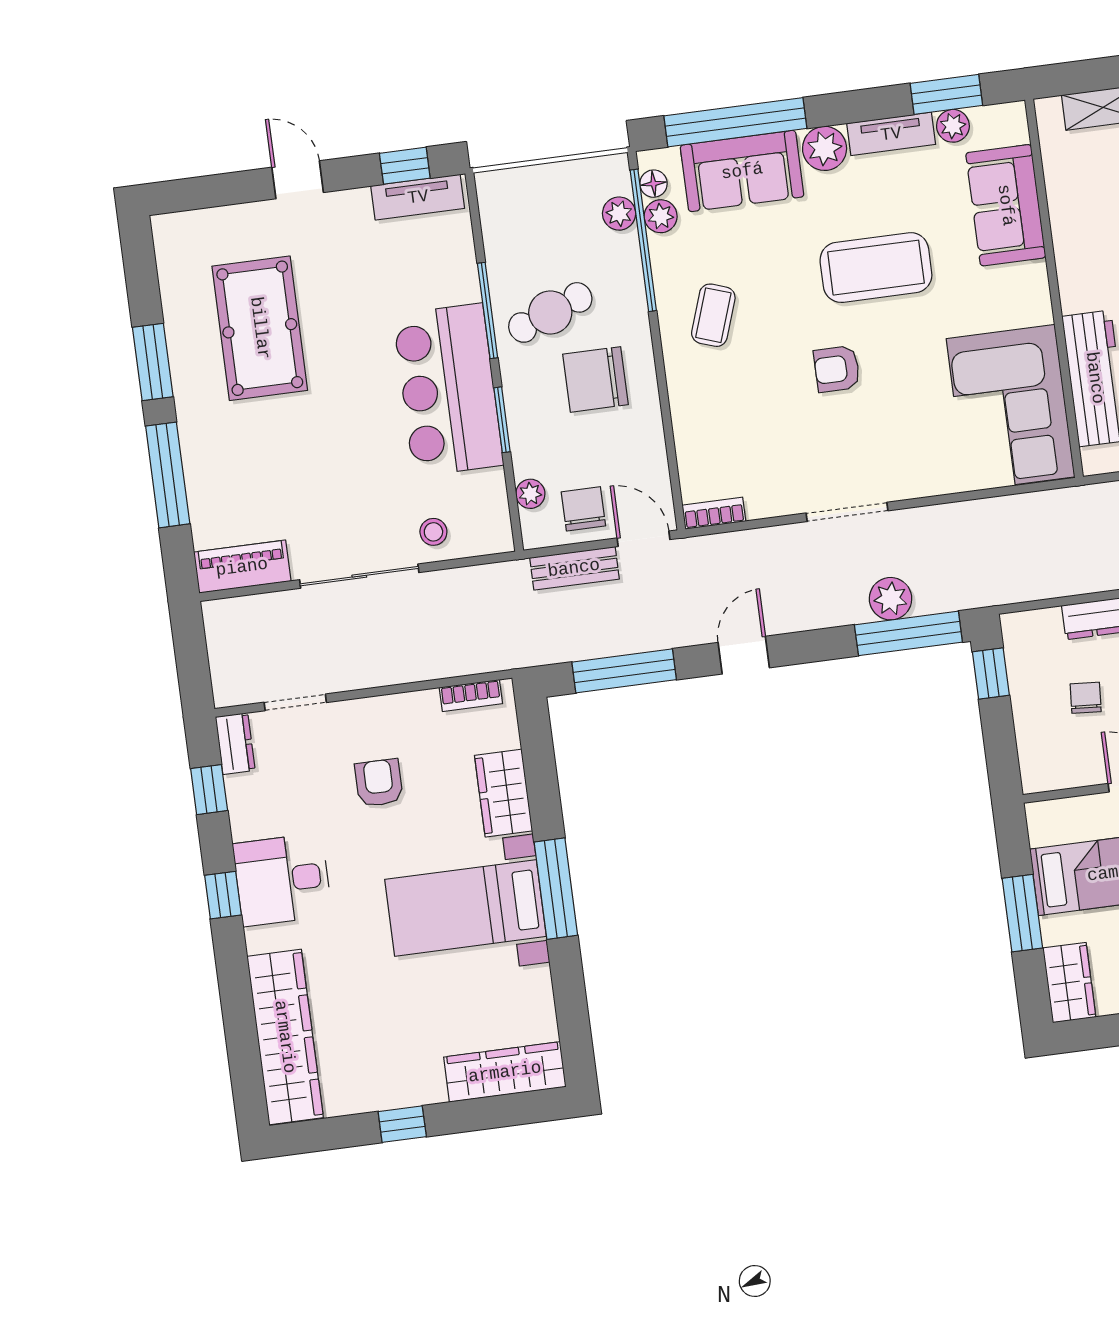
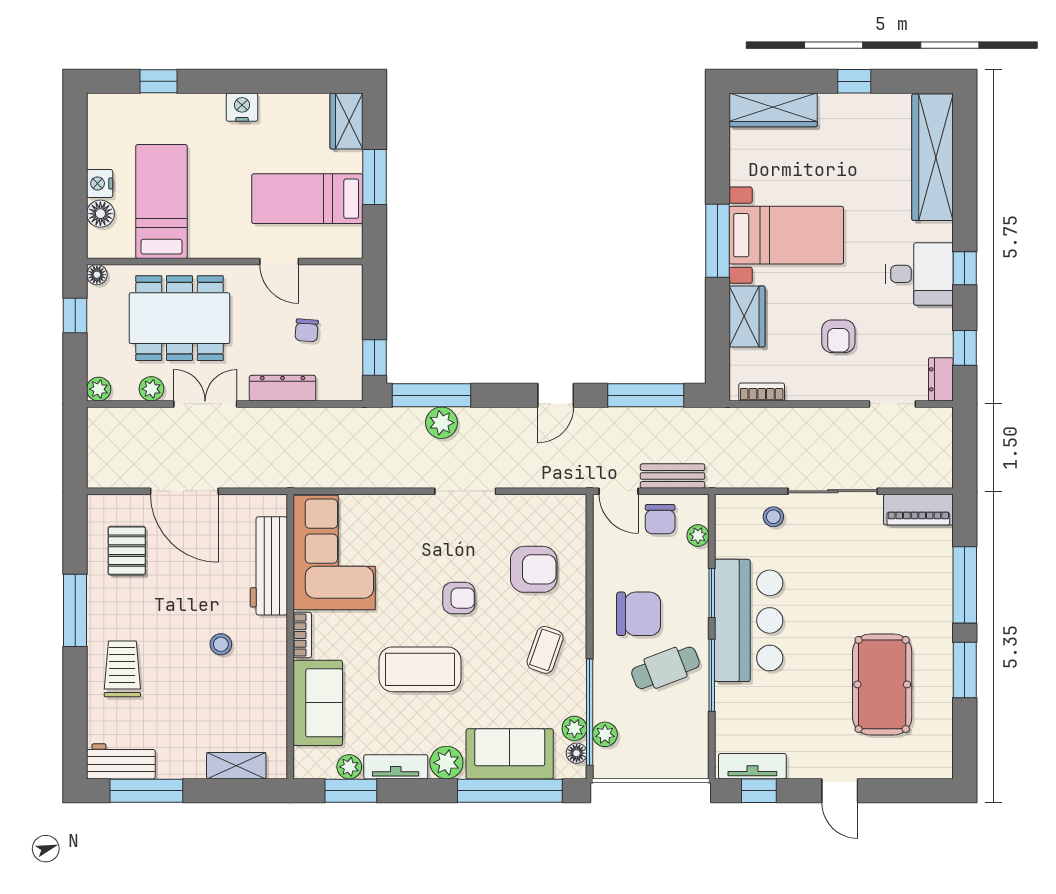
armchair: (743, 420) -> (534, 569), added
bookcase: (714, 513) -> (302, 635), moved, turned -90

